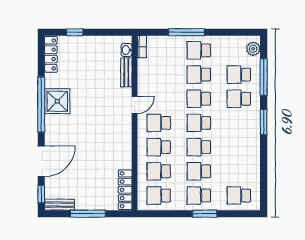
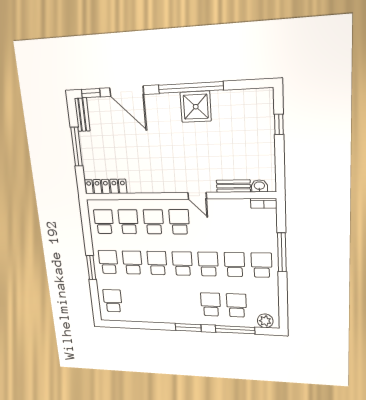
locker: (51, 54) -> (251, 96), removed

